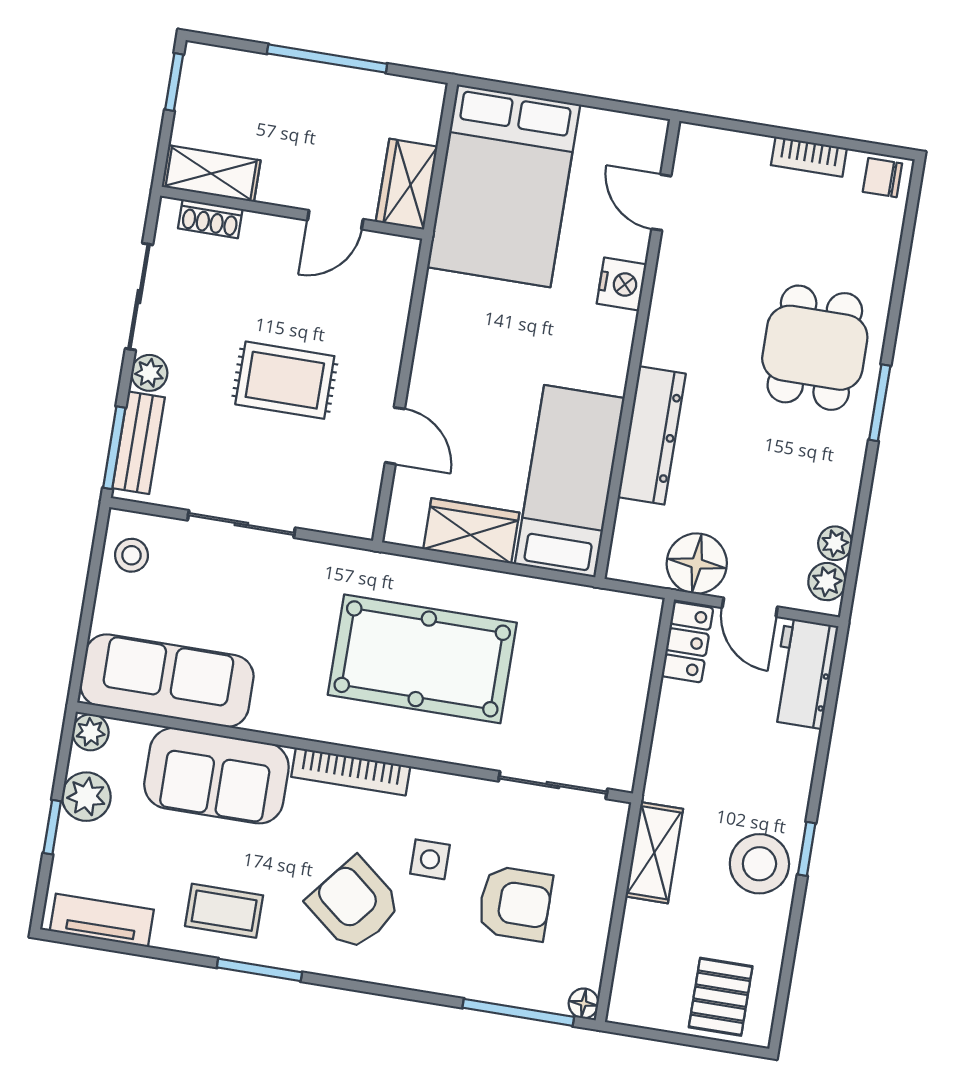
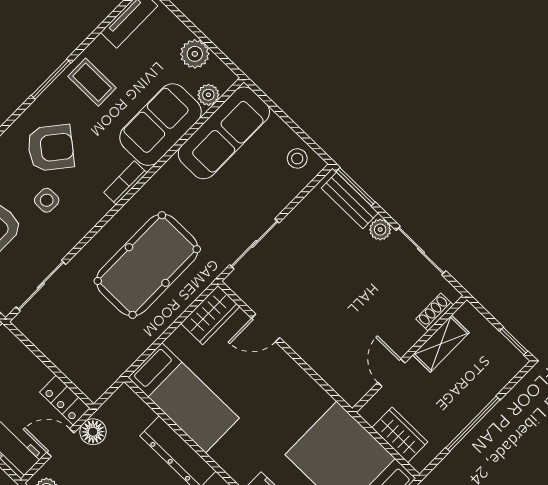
shelving: (211, 174) -> (441, 344), moved
wardrobe: (407, 184) -> (400, 435), moved
rug: (285, 380) -> (330, 293), removed
sliding door: (241, 524) -> (254, 244), moved
wardrobe: (471, 531) -> (210, 315), moved
floor lamp: (697, 563) -> (93, 432), width x0.73, depth x0.73
plant: (91, 732) -> (208, 95), moved
bookcase: (351, 772) -> (125, 183), width x0.64
window: (52, 827) -> (192, 27), removed
coffee table: (224, 911) -> (92, 82), turned 90

